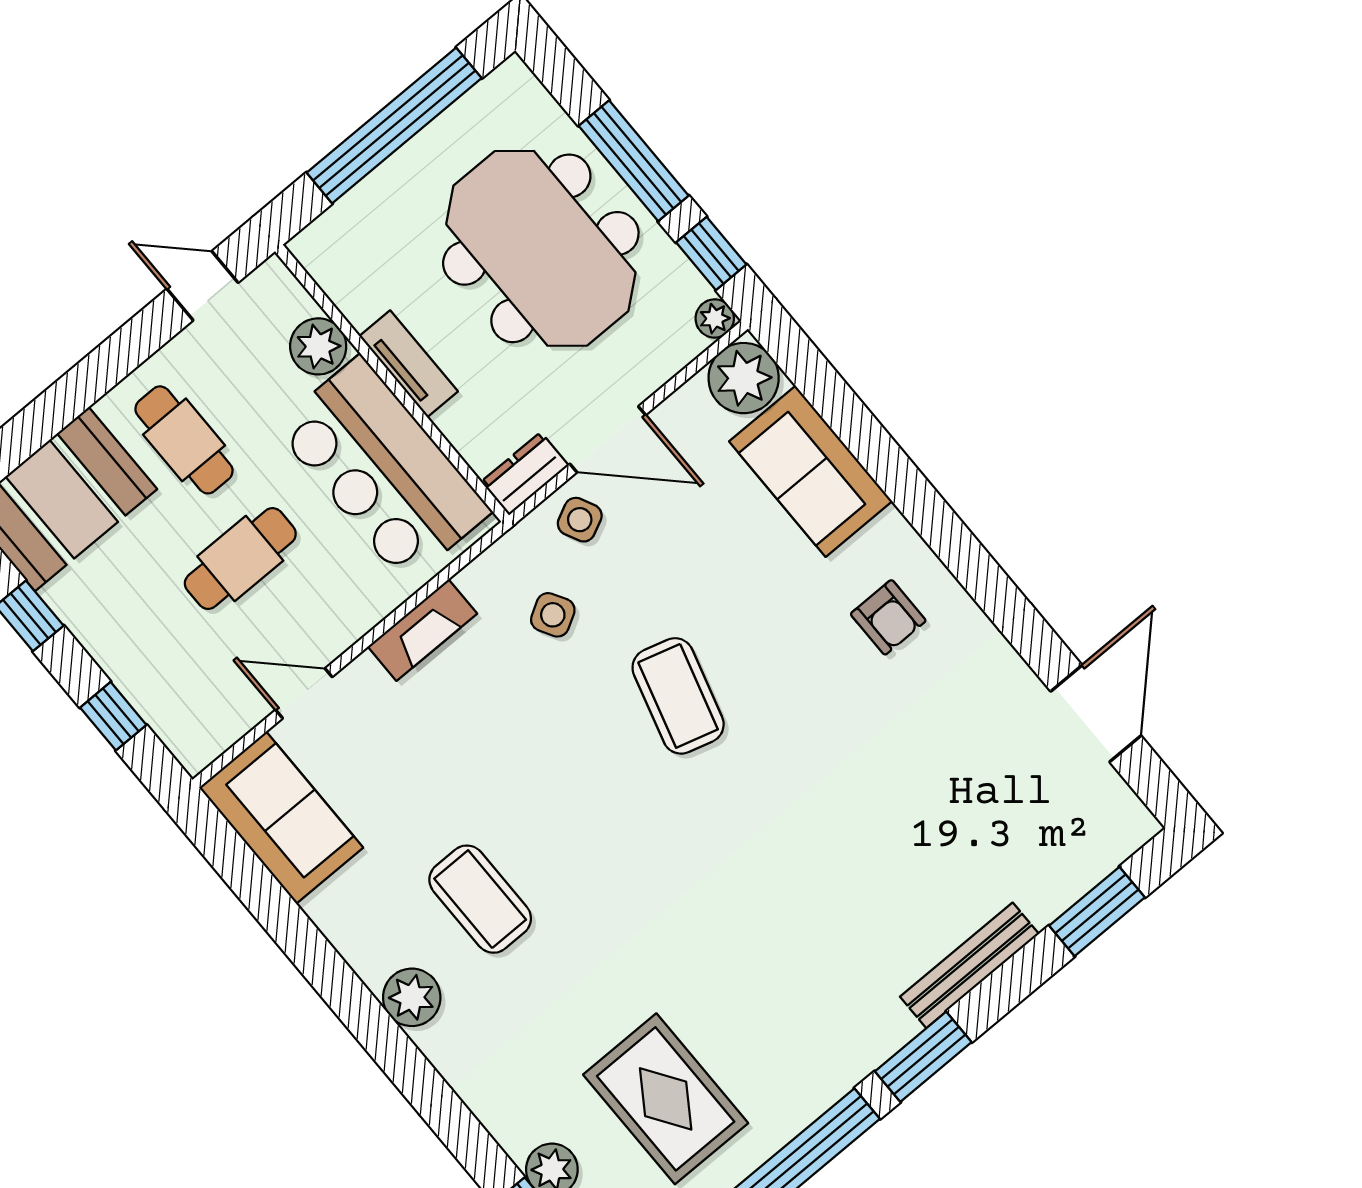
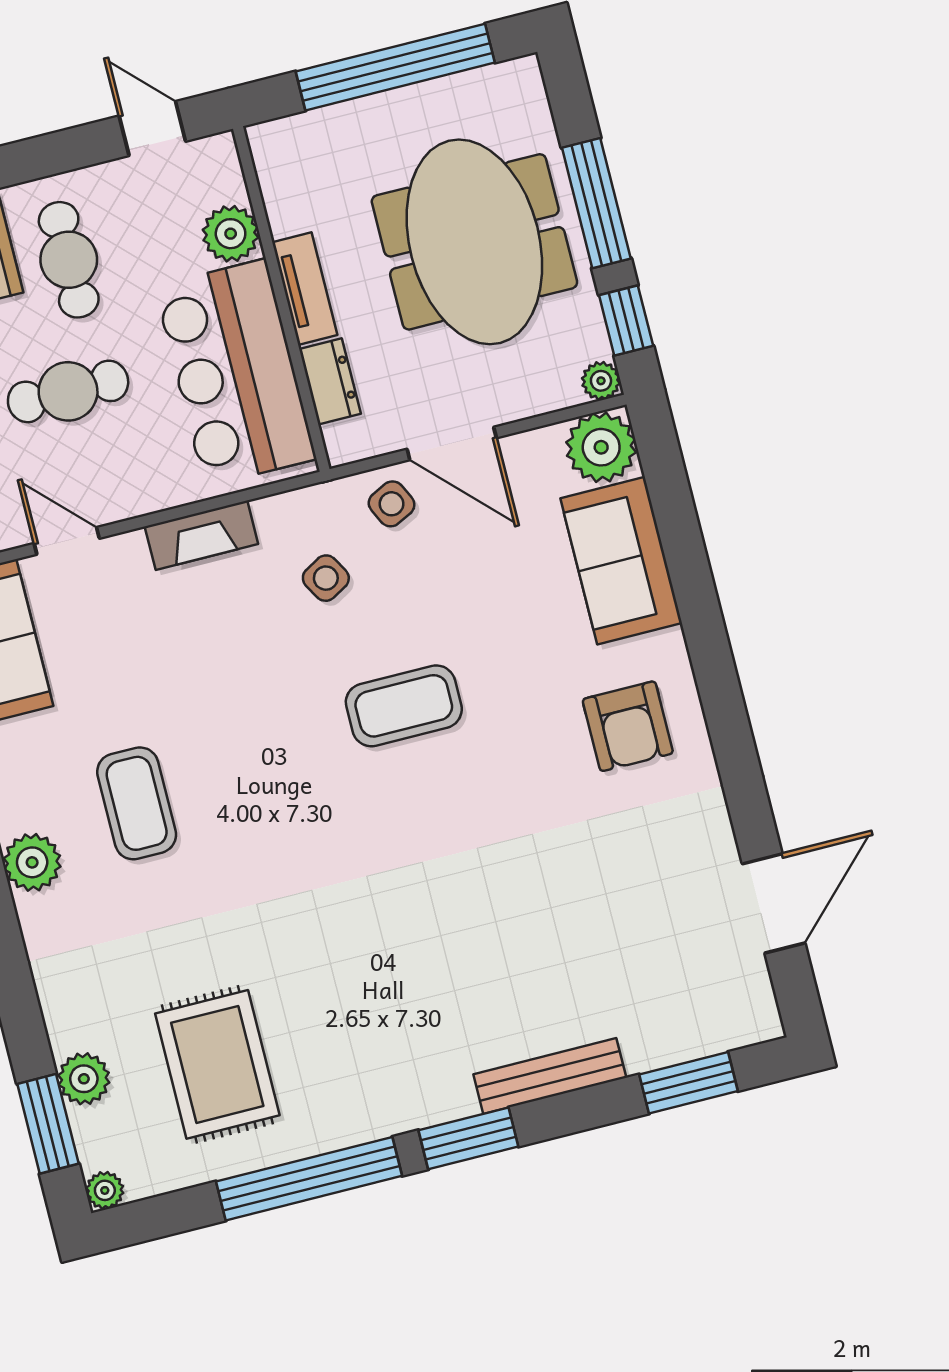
dresser: (525, 474) -> (330, 381), moved, turned 90
armchair: (888, 617) -> (628, 726), width x1.38, depth x1.38
coffee table: (678, 696) -> (404, 706), turned 74

